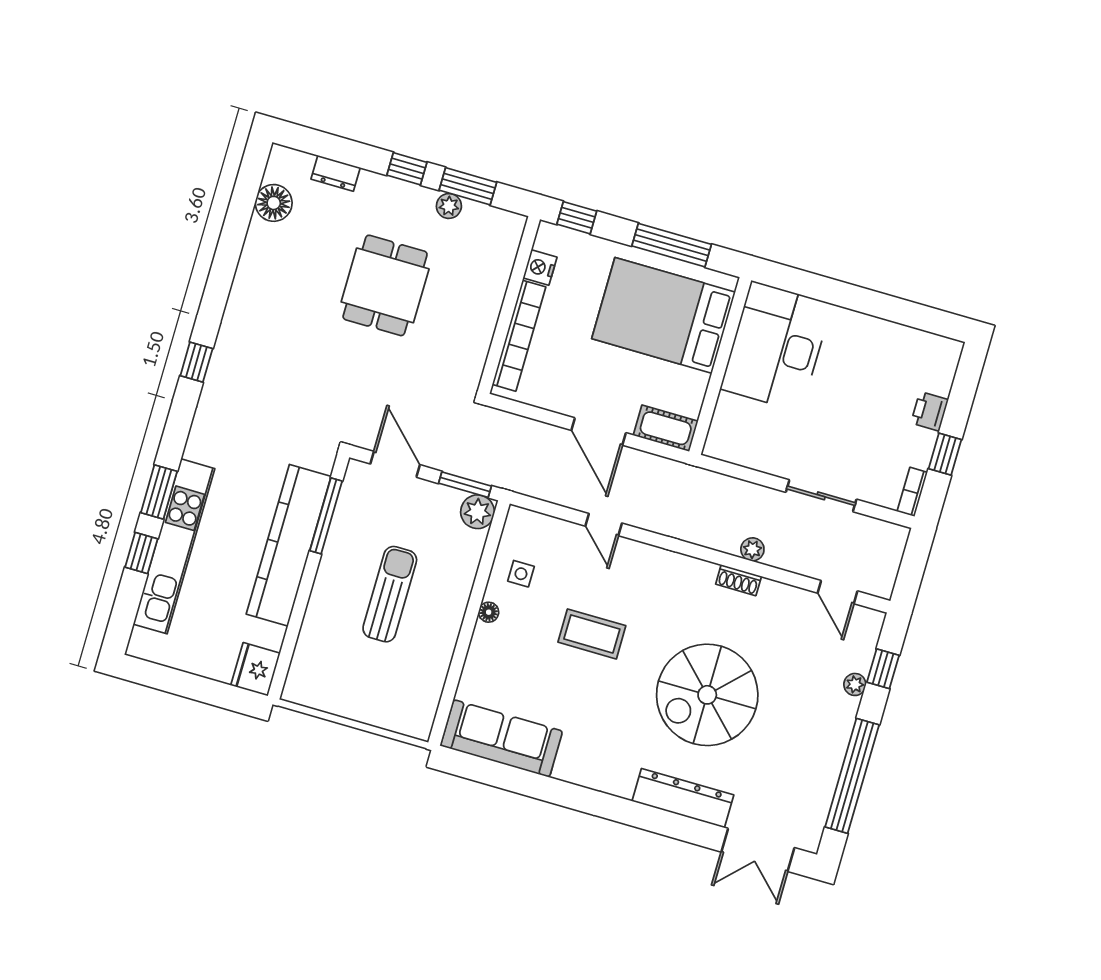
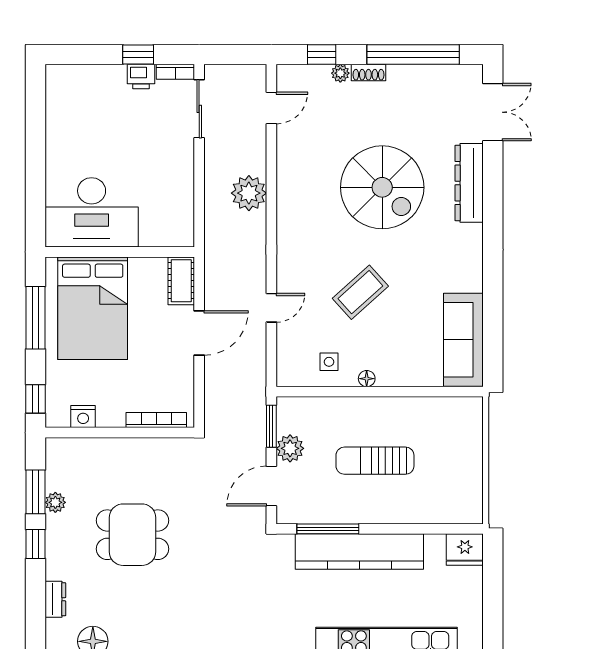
bookcase: (519, 336) -> (156, 420), width x0.68, depth x0.76
printer: (930, 411) -> (141, 76), moved
sliding door: (821, 496) -> (199, 109), moved
plant: (477, 512) -> (290, 448), moved
plant: (752, 549) -> (249, 193), width x1.88, depth x1.88
shoe rack: (739, 580) -> (369, 73), moved, turned 90
coffee table: (592, 634) -> (360, 292), turned 48

